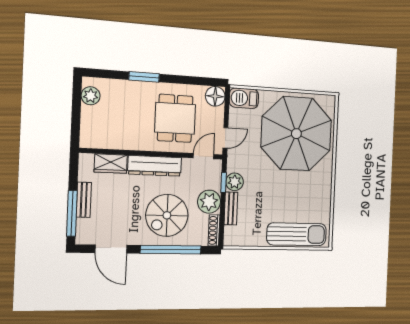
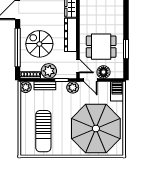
window: (144, 77) -> (126, 49), moved
floor lamp: (215, 96) -> (103, 72), moved
plant: (235, 182) -> (73, 87), moved
sun lounger: (297, 234) -> (43, 131), moved
plant: (232, 238) -> (26, 87), added

